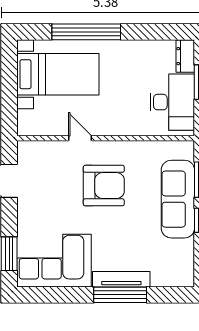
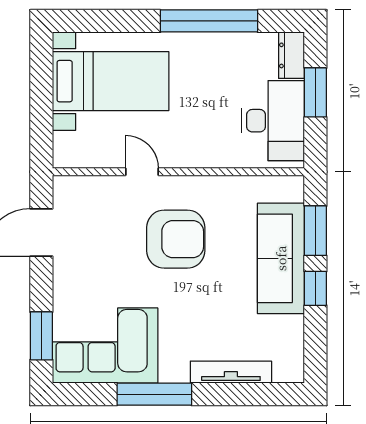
window: (86, 32) -> (209, 21), moved
tv unit: (121, 279) -> (231, 372), moved
window: (120, 295) -> (154, 394), moved

